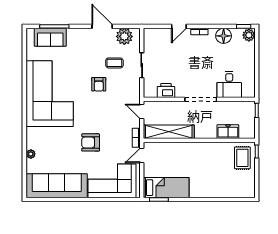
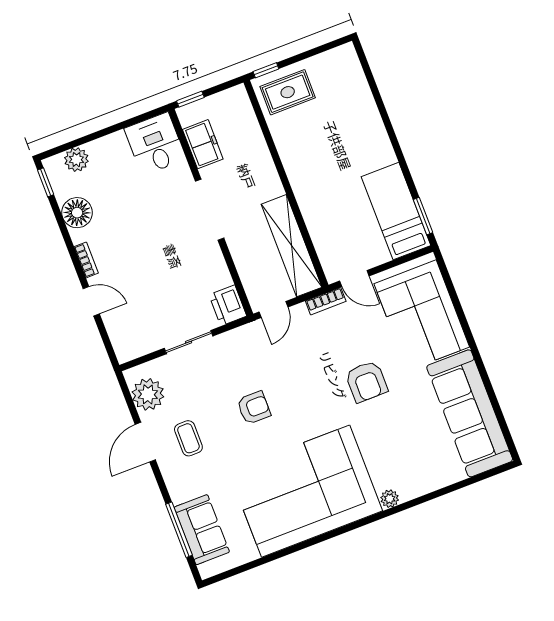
plant: (249, 35) -> (76, 160), moved
coffee table: (114, 63) -> (188, 438), moved
desk: (229, 85) -> (155, 144), moved, turned -90
printer: (166, 91) -> (228, 305), moved
freezer: (228, 132) -> (203, 144), moved, turned 180
plant: (31, 154) -> (390, 499), moved

